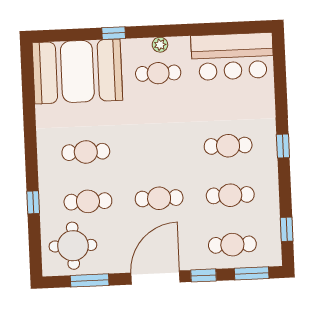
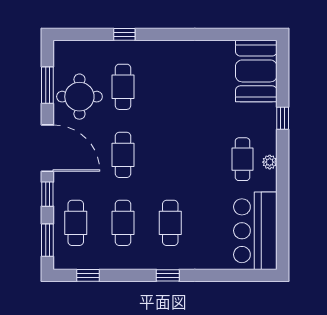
booth: (77, 71) -> (256, 71), width x0.73, depth x0.70
cafe table: (86, 152) -> (170, 87), removed
round table: (73, 246) -> (79, 97), moved

